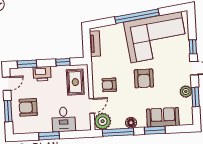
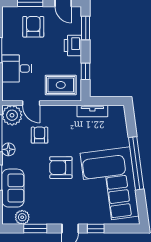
tv unit: (95, 44) -> (92, 111), moved
armchair: (109, 85) -> (40, 135), moved
plant: (186, 92) -> (22, 217), moved

